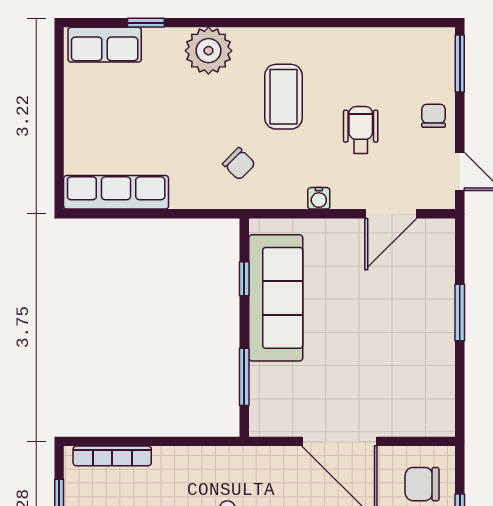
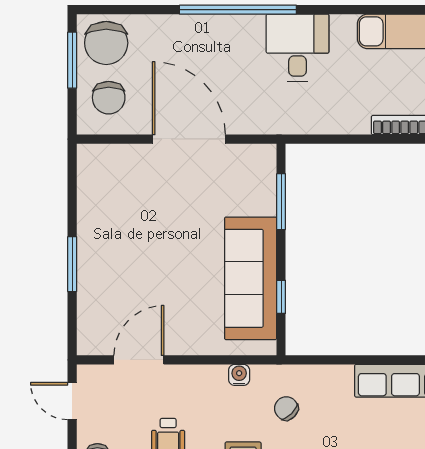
water cooler: (319, 198) -> (239, 375), moved
chair: (422, 484) -> (109, 98), turned 90

